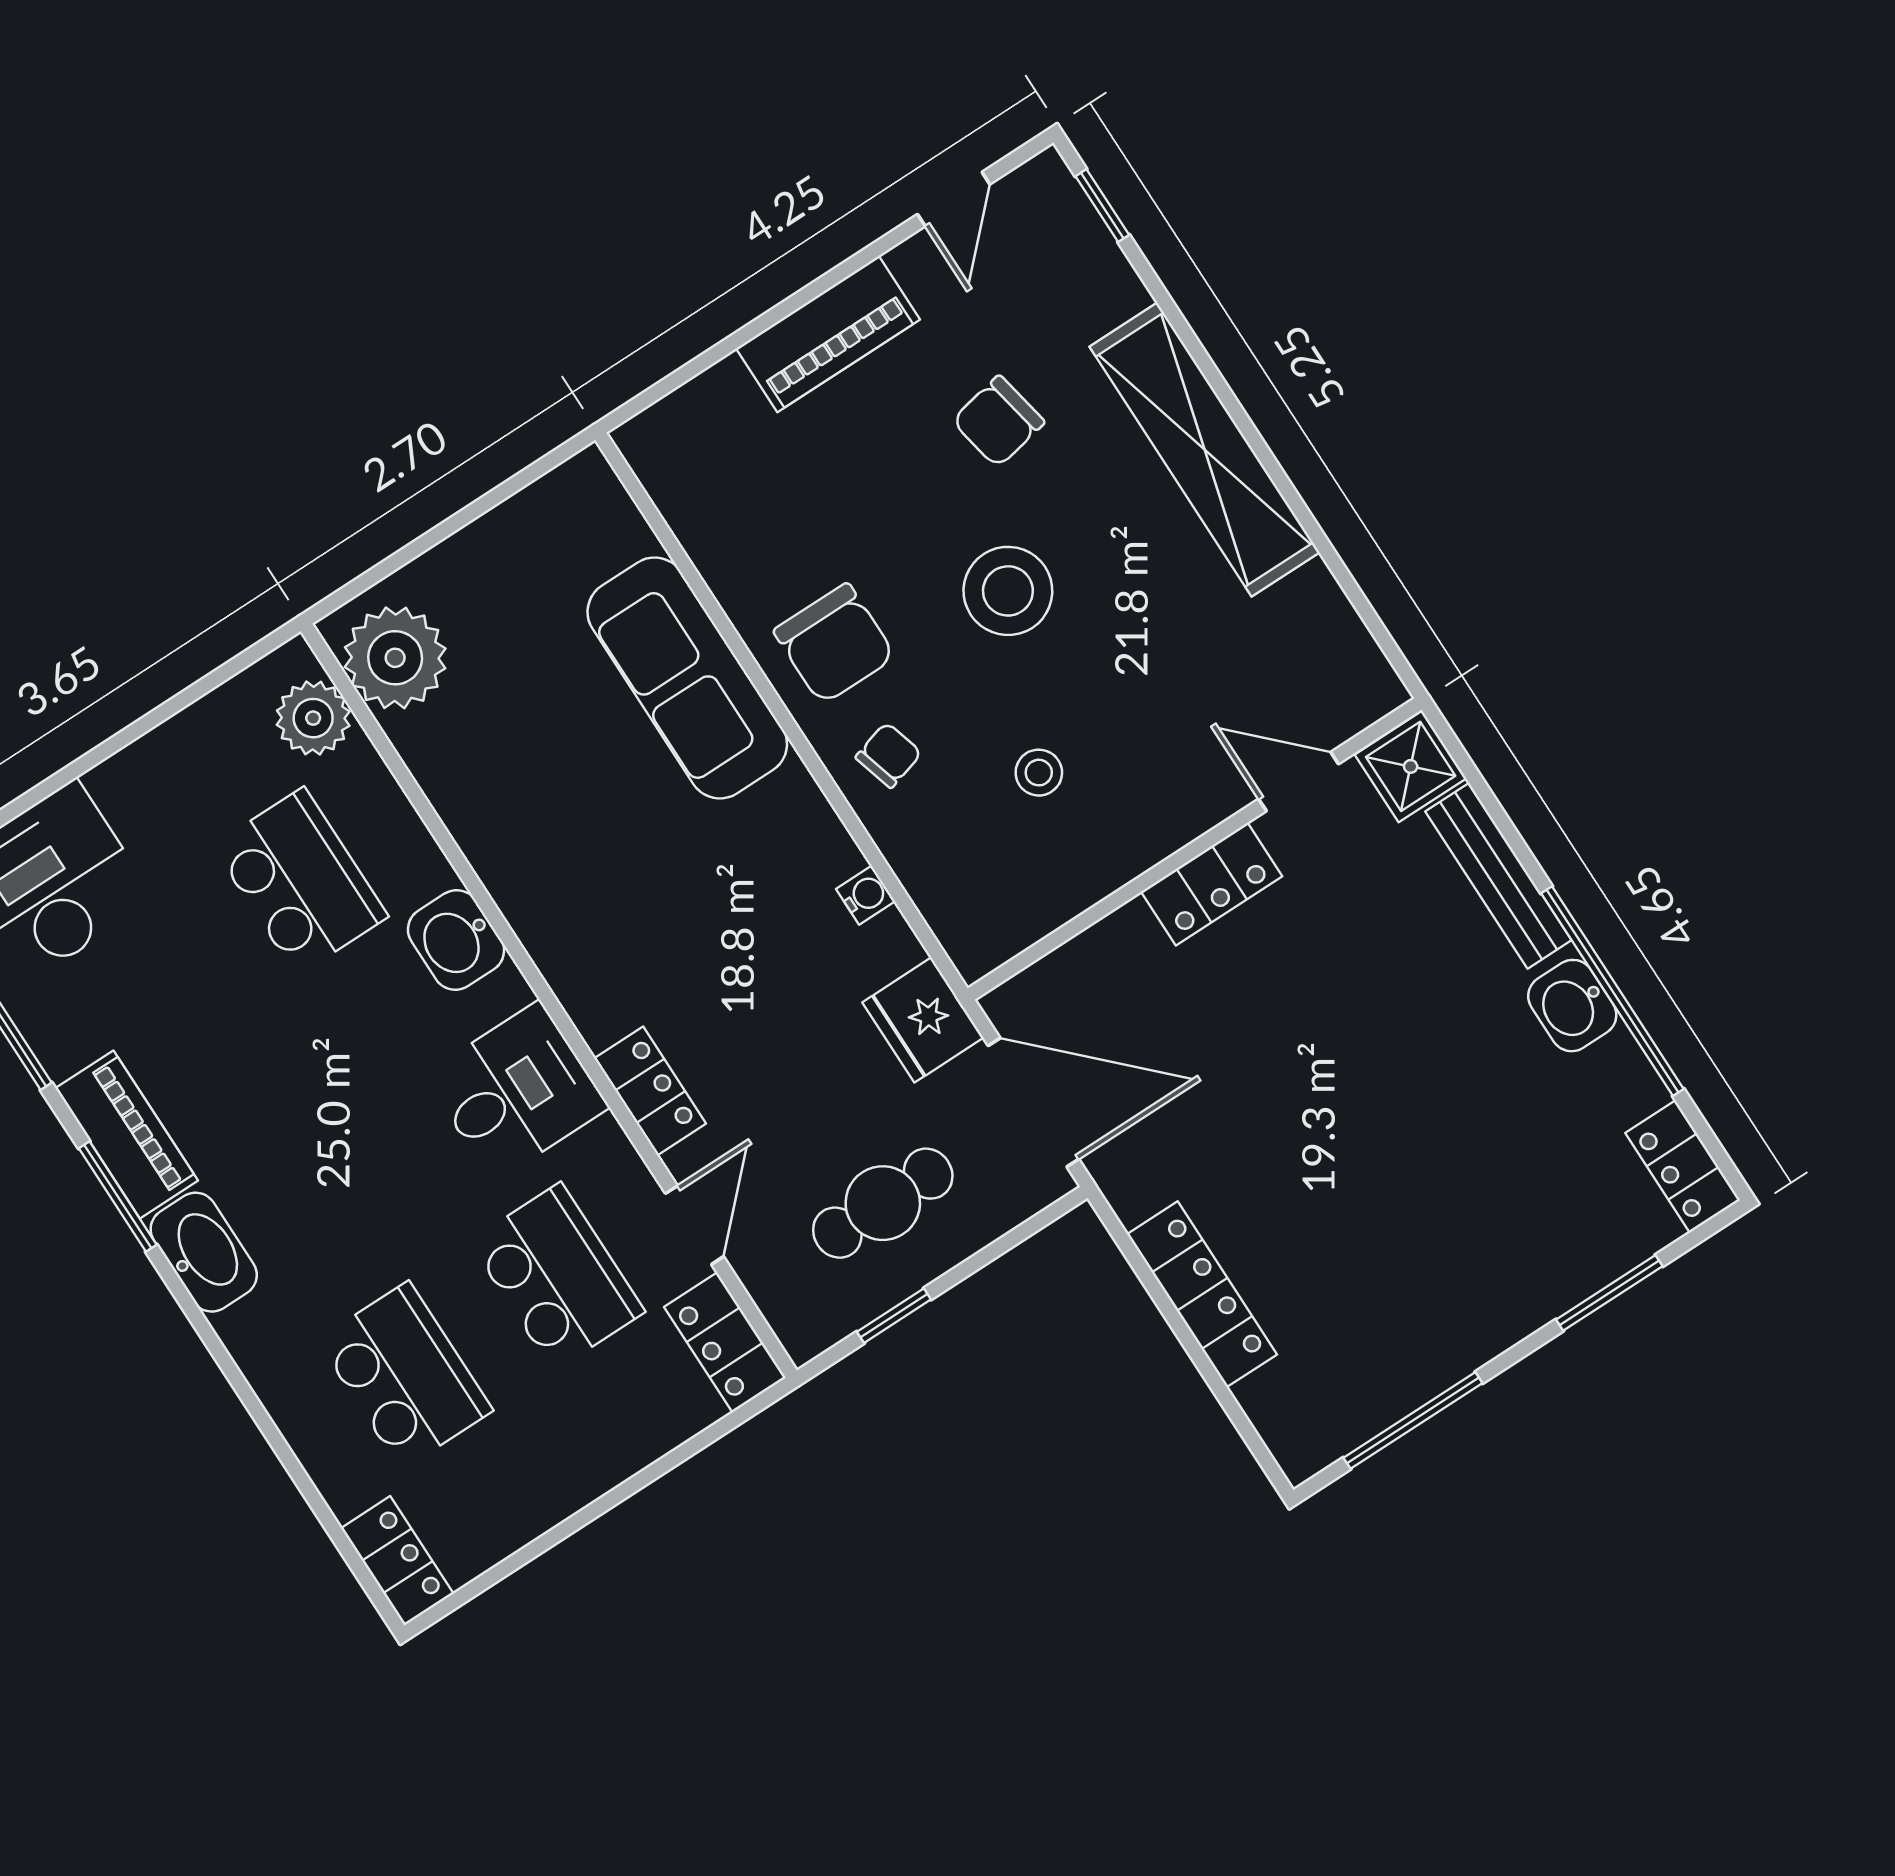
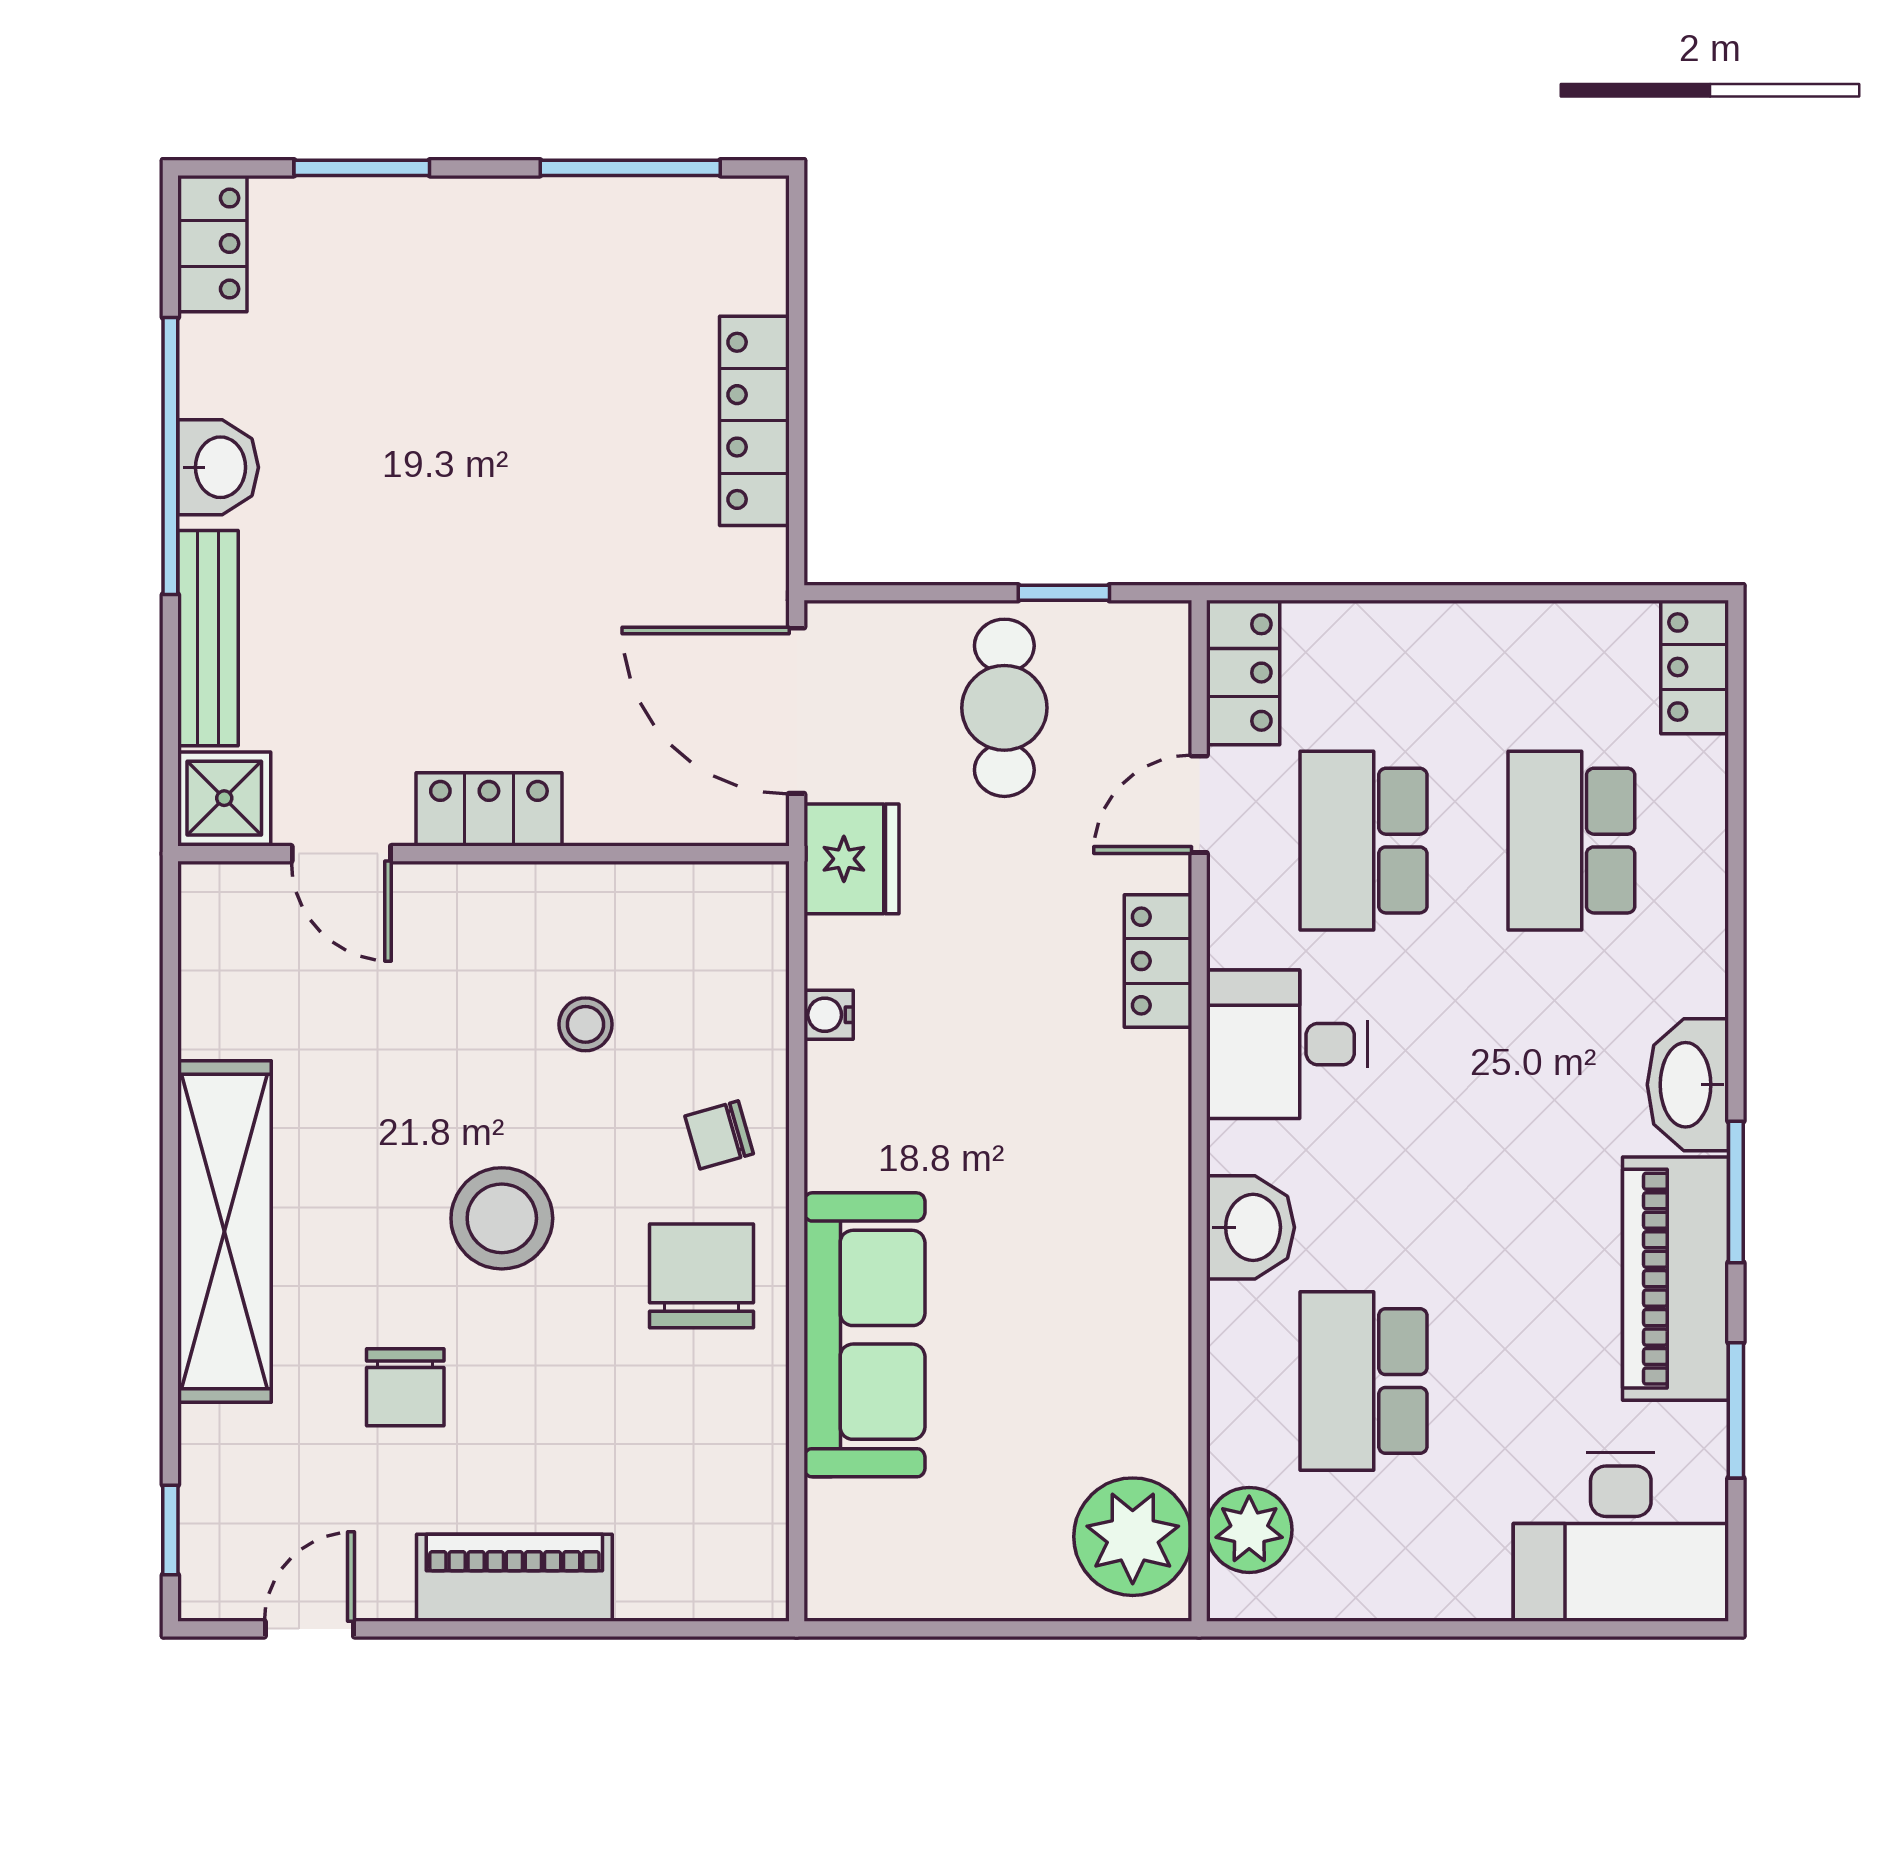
chair: (998, 421) -> (405, 1387), turned 101
piano: (127, 1134) -> (1675, 1279), width x1.37, depth x1.33
cafe table: (883, 1203) -> (1004, 708), turned 90

